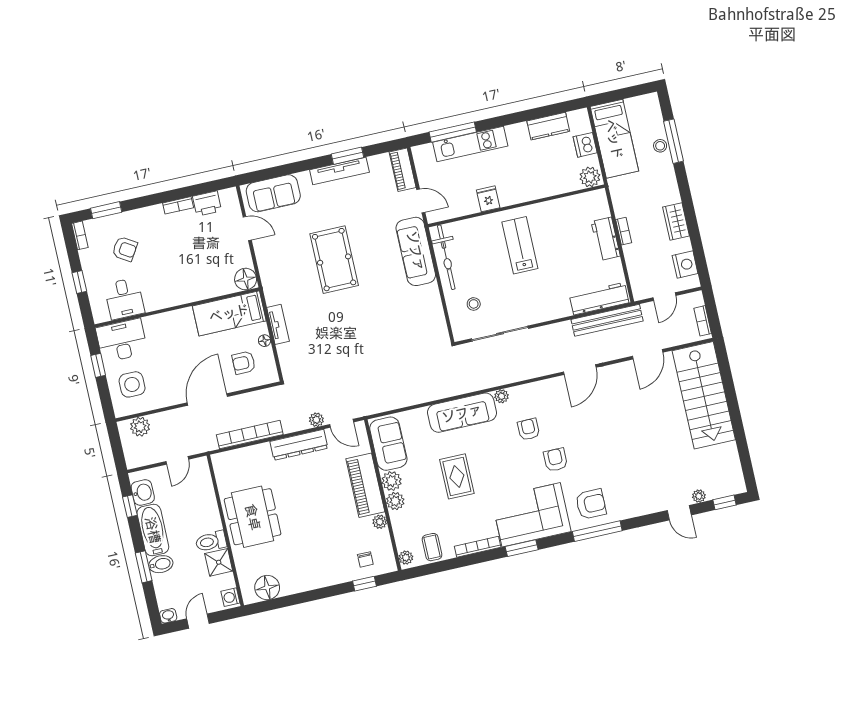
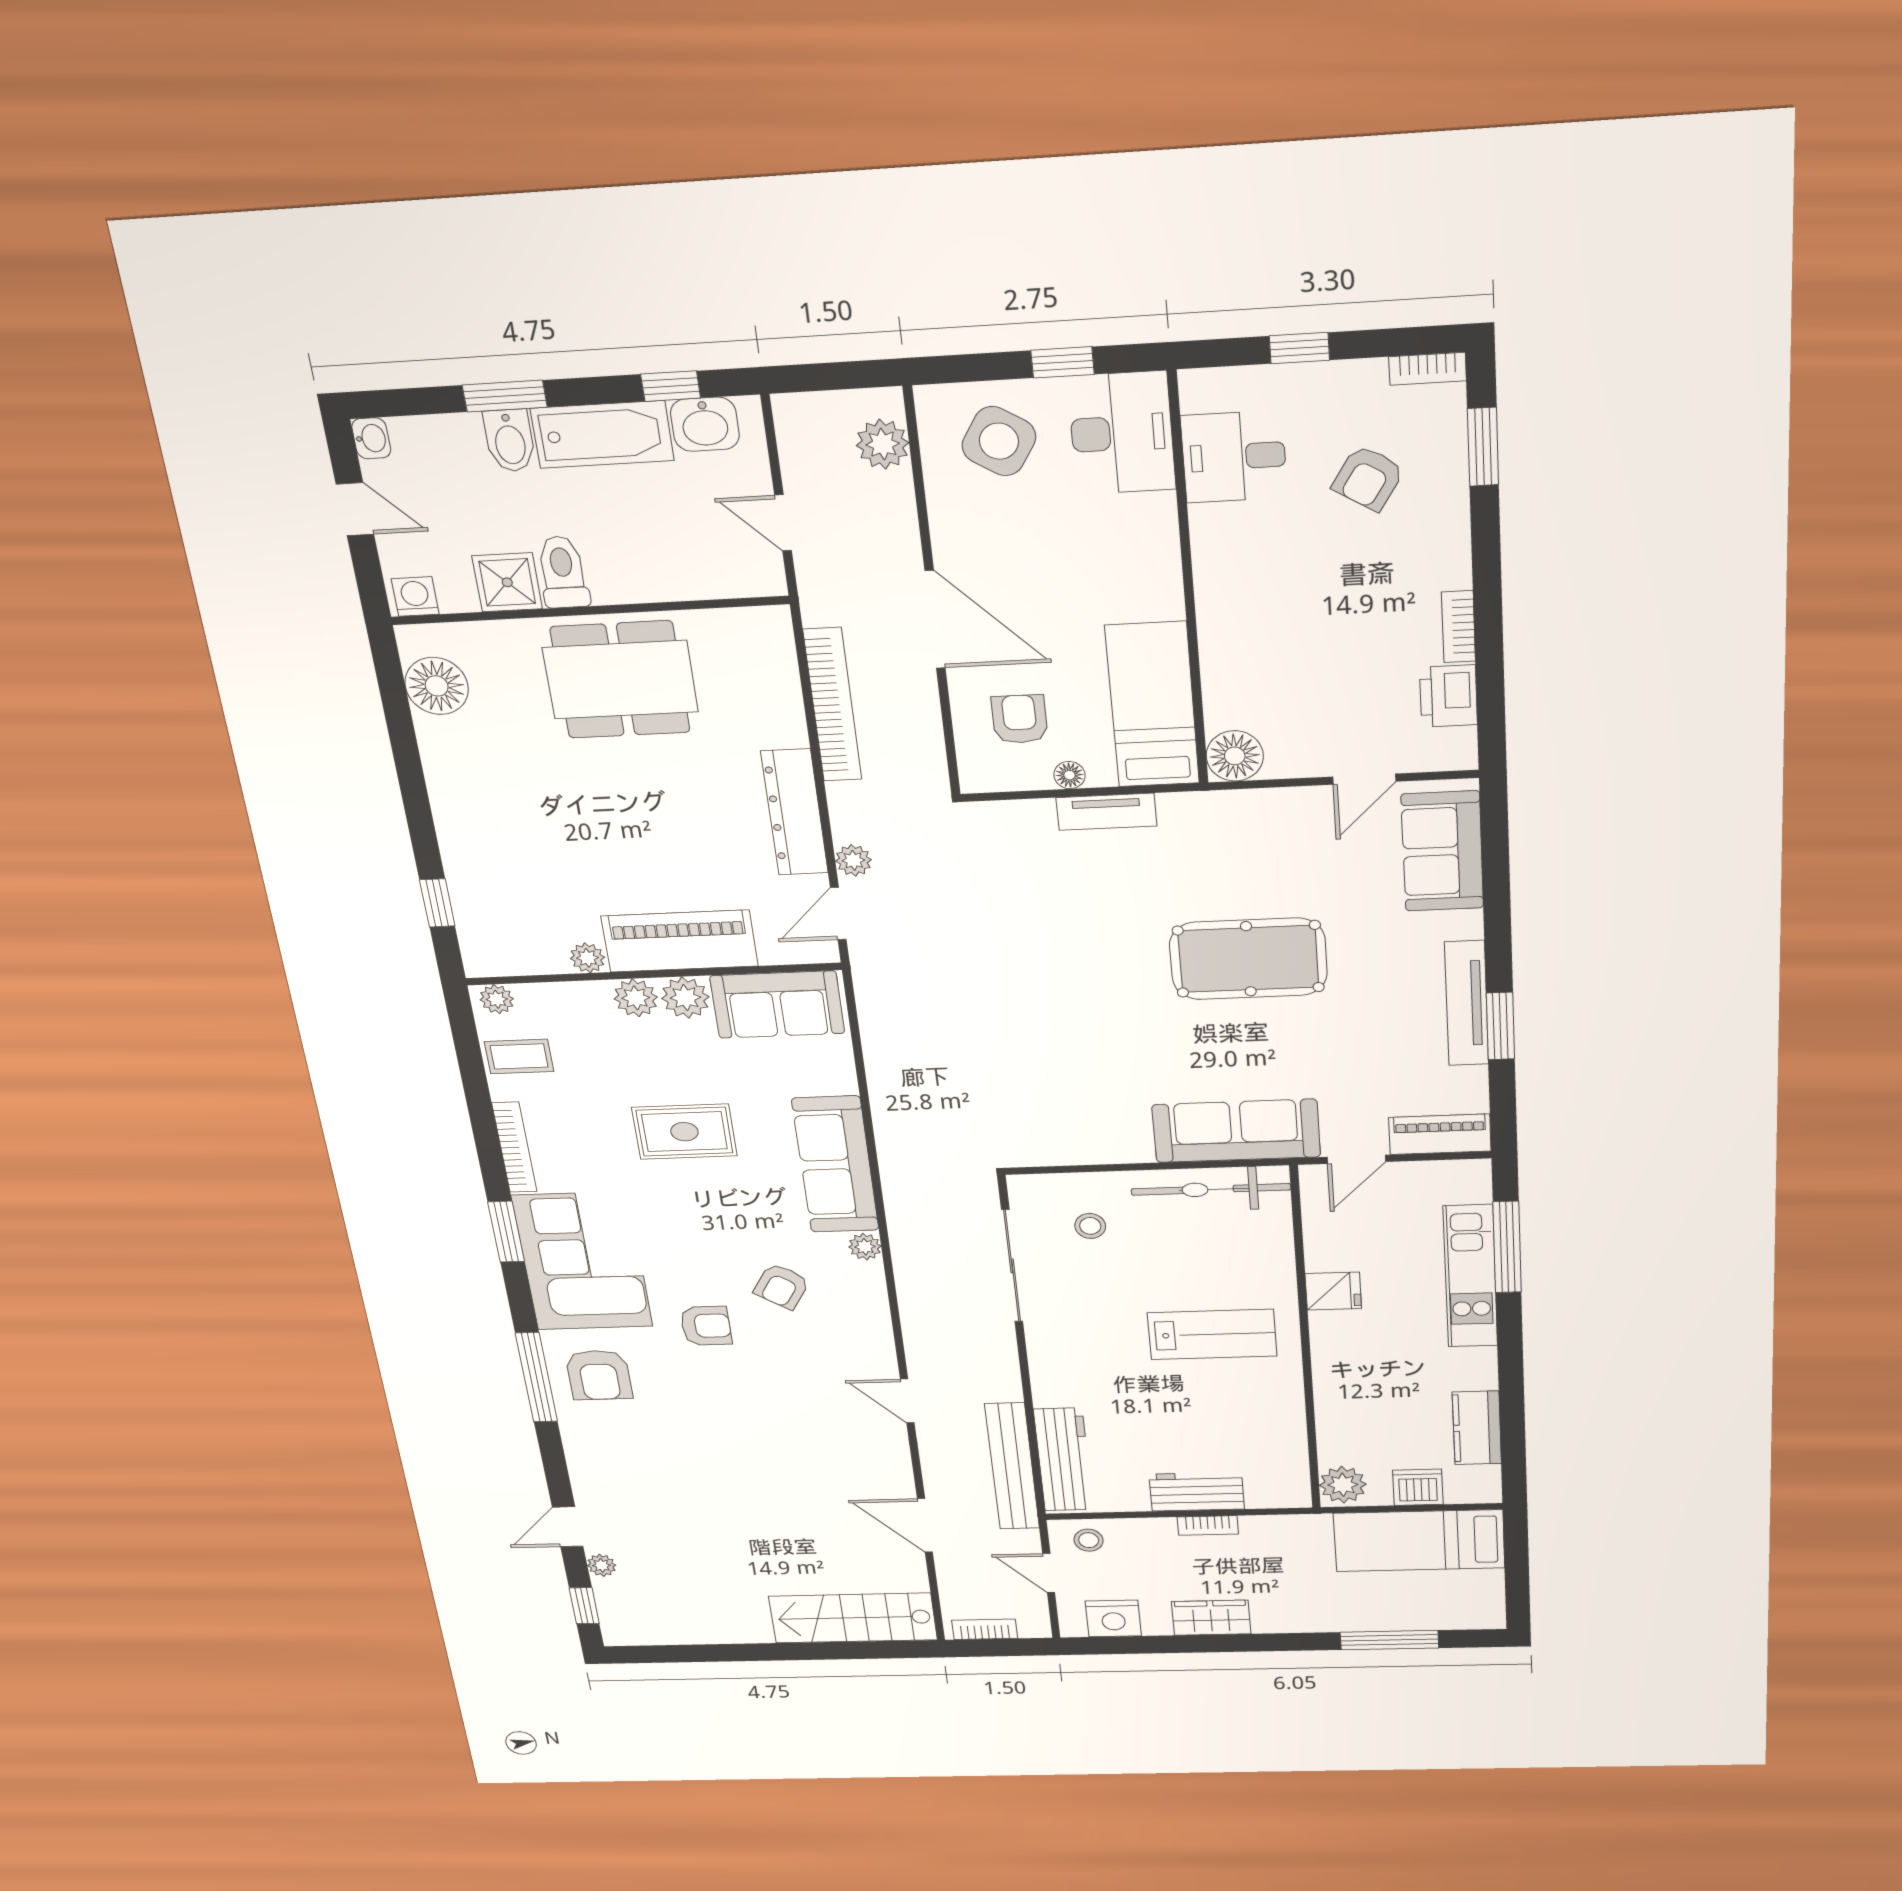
stool: (660, 146) -> (1089, 1540), moved
door: (580, 370) -> (907, 1401), width x0.73
side table: (132, 384) -> (999, 441), turned 32
stairs: (704, 395) -> (853, 1618), width x0.73, depth x0.66
armchair: (529, 429) -> (782, 1286), turned 123
chair: (365, 559) -> (497, 914), removed

